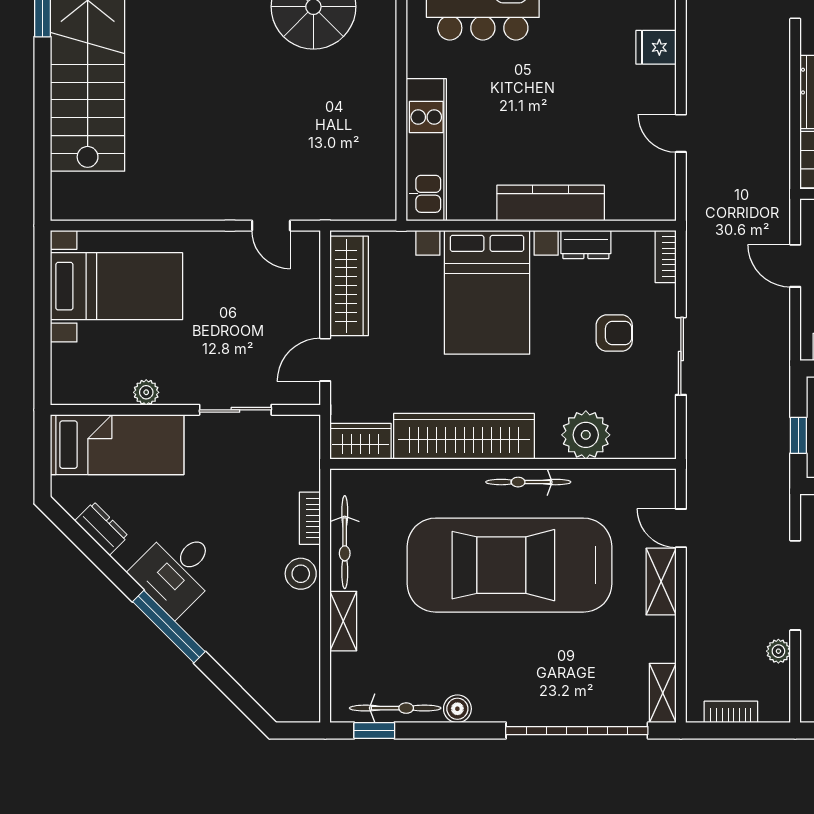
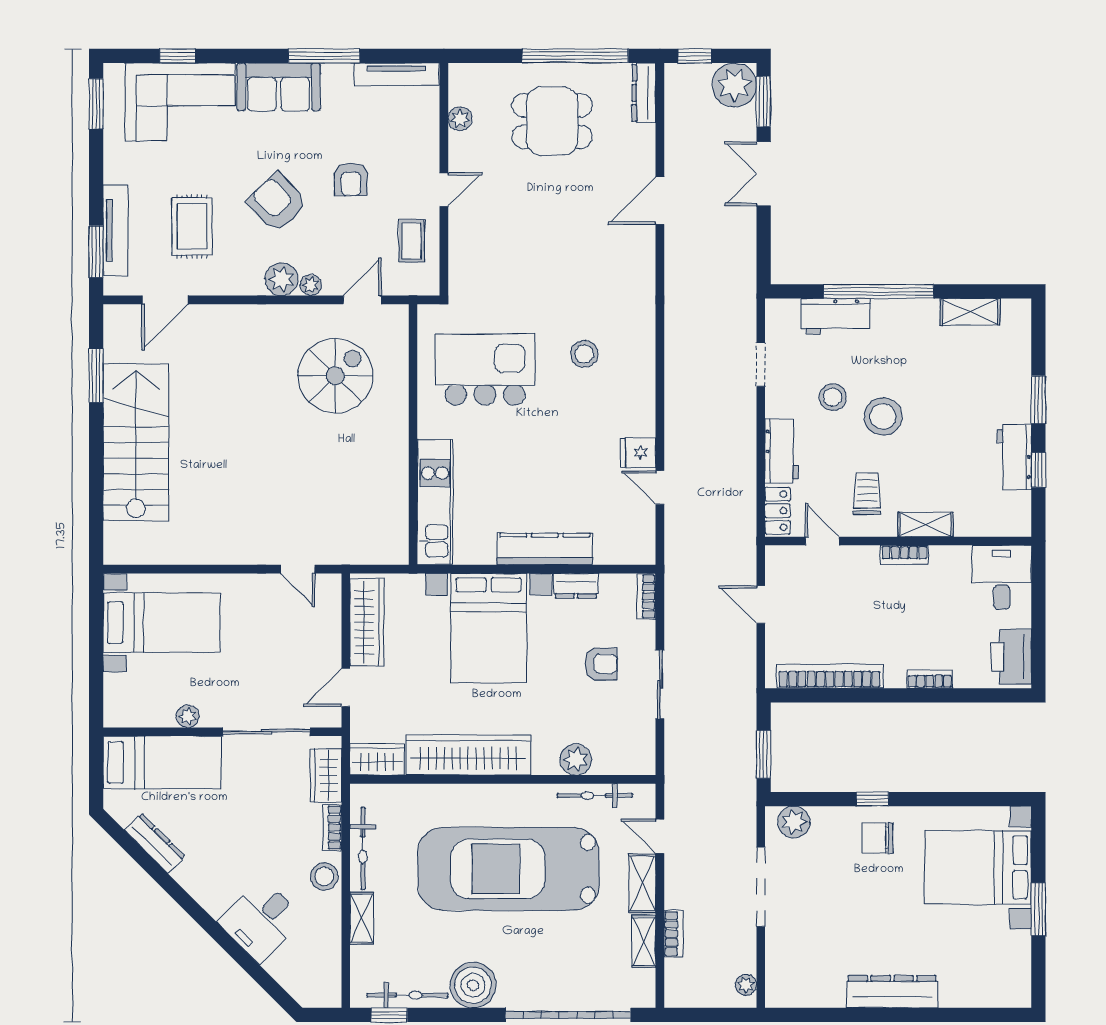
fridge: (656, 47) -> (638, 453), moved
sliding door: (235, 410) -> (266, 732), width x1.37
plant: (586, 435) -> (576, 760), width x0.73, depth x0.73
window: (798, 435) -> (764, 754), width x1.50
wardrobe: (303, 459) -> (326, 775), added
bicycle: (528, 482) -> (595, 796), moved
dresser: (101, 528) -> (155, 843), width x1.44
desk: (177, 571) -> (261, 920), moved
window: (169, 627) -> (208, 923), removed
plant: (778, 651) -> (746, 985), moved
shelving: (663, 693) -> (644, 941), moved
boiler: (457, 709) -> (473, 985), width x1.86, depth x1.86
bookcase: (731, 712) -> (673, 934), moved, turned 90

